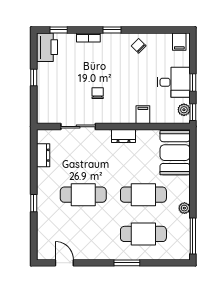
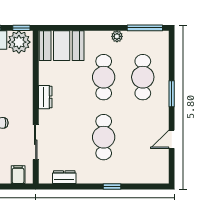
plant: (184, 110) -> (19, 42), width x1.88, depth x1.88
filing cabinet: (143, 115) -> (18, 175), moved, turned 90
door: (64, 263) -> (172, 139), moved

